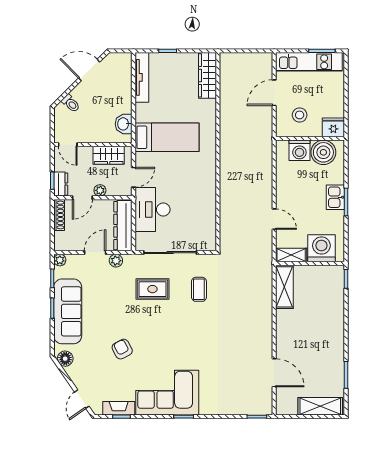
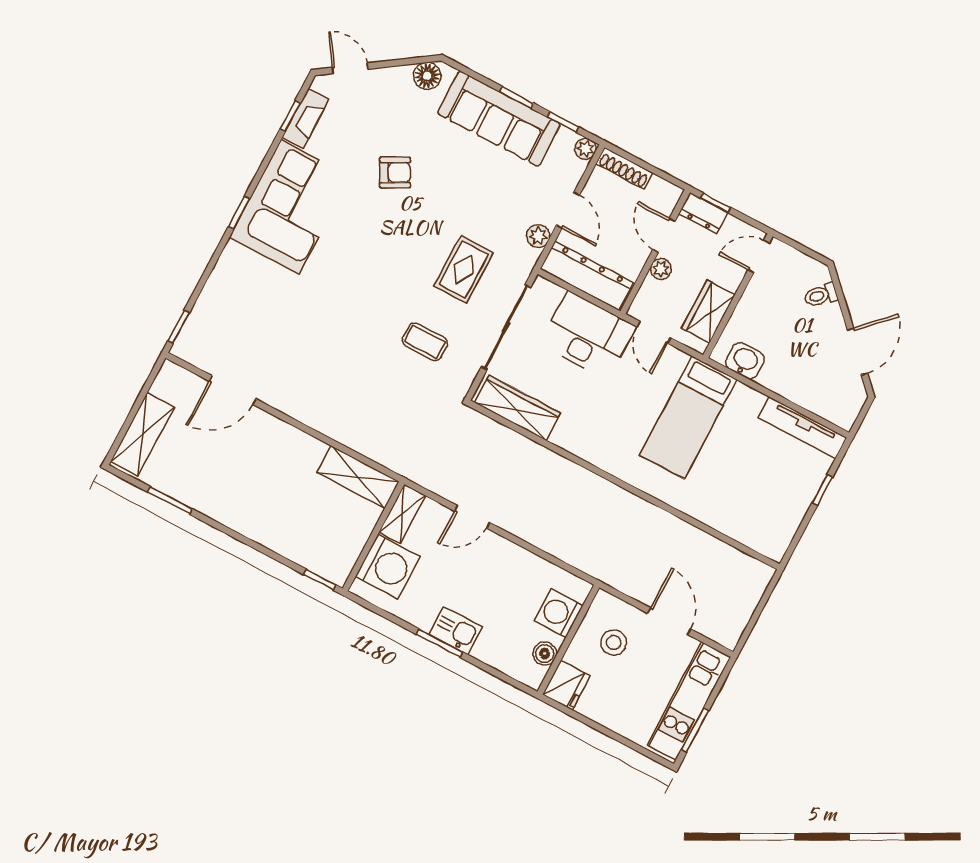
wardrobe: (207, 75) -> (518, 408), moved
boiler: (323, 152) -> (545, 654), width x0.54, depth x0.54
shoe rack: (59, 215) -> (624, 168), moved

